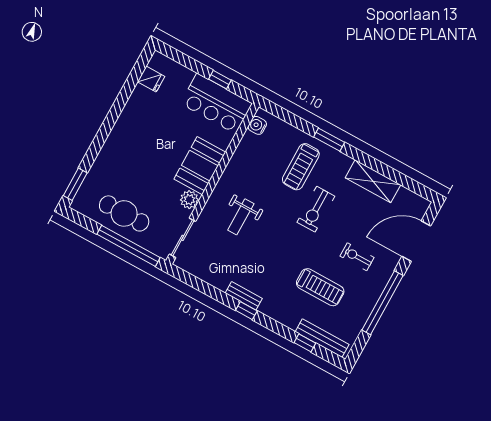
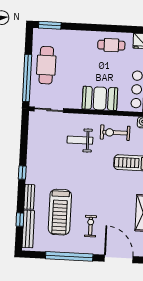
cafe table: (139, 118) -> (111, 45), added
plant: (189, 200) -> (75, 102), removed
exercise bike: (316, 209) -> (115, 133), moved
treadmill: (320, 287) -> (60, 212), width x1.37, depth x1.38
bench: (244, 296) -> (29, 197), moved

